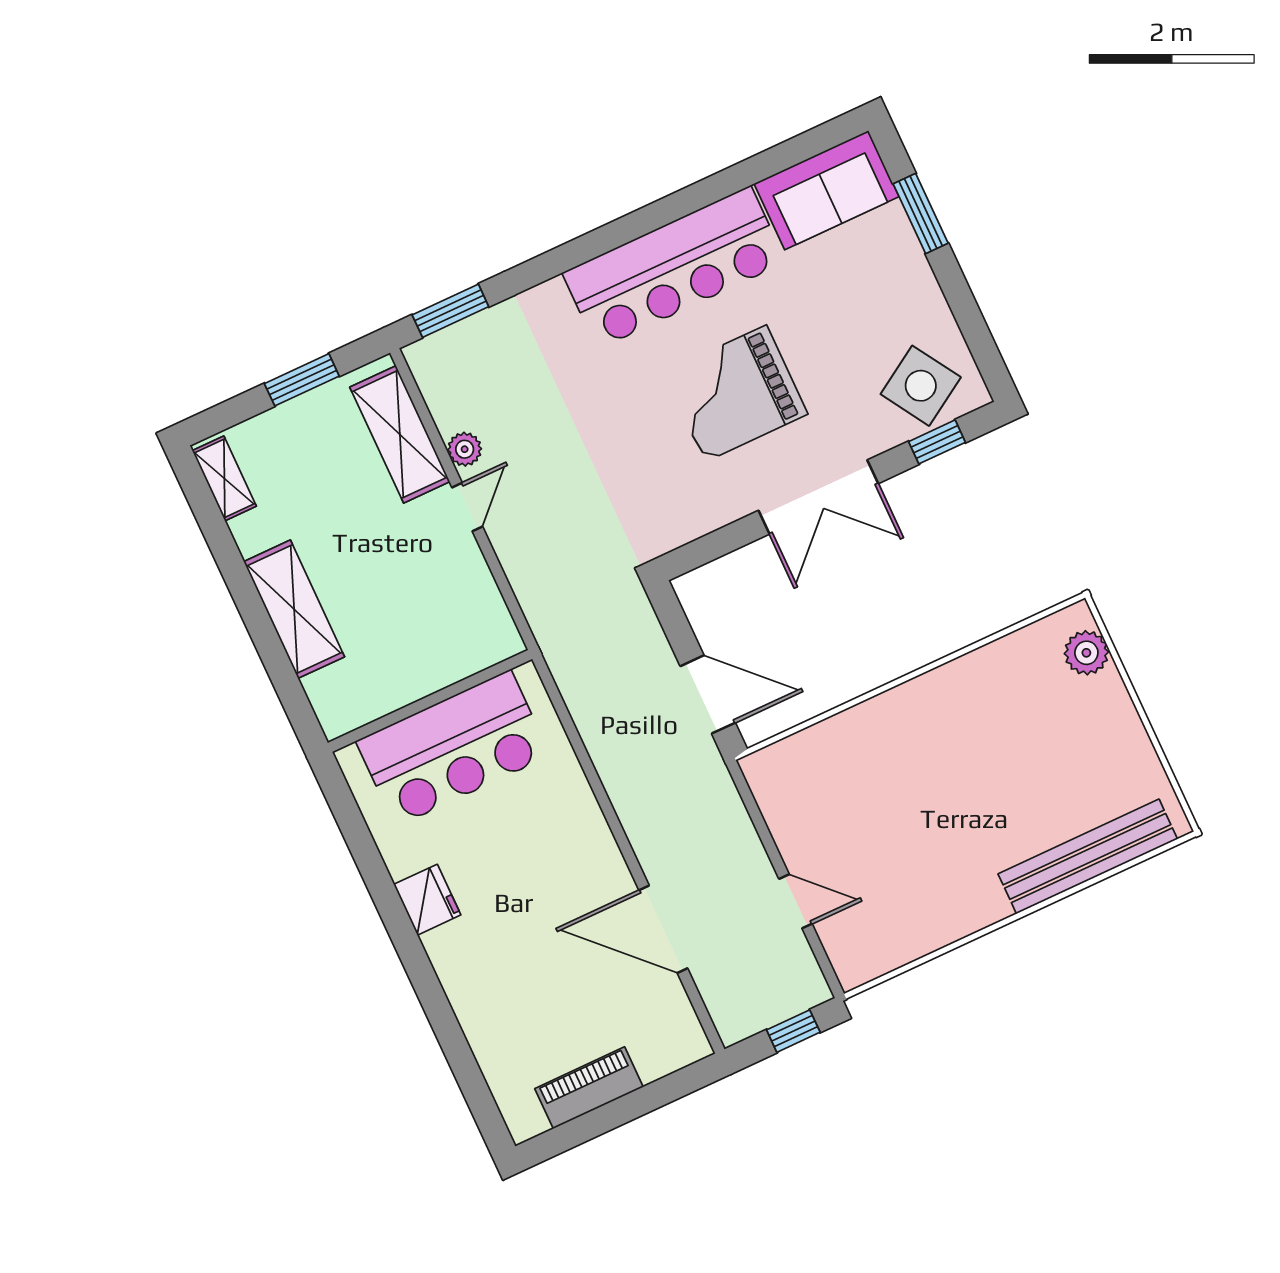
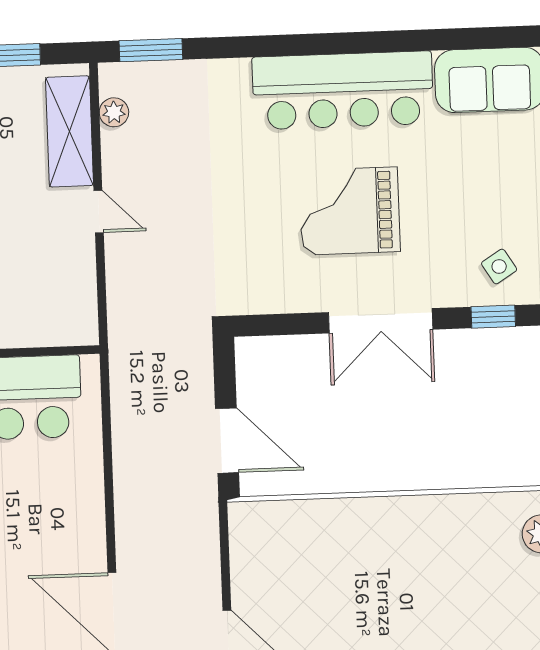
side table: (921, 386) -> (499, 267), width x0.54, depth x0.54
plant: (465, 449) -> (114, 112), moved
door: (467, 507) -> (99, 212), hinge flipped

